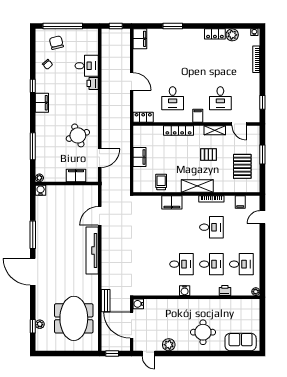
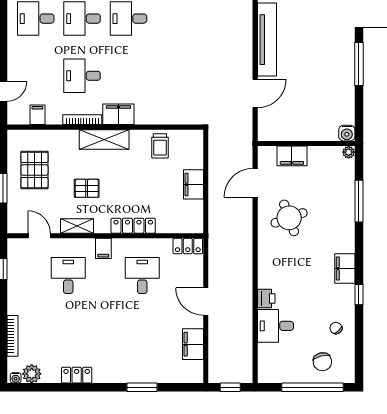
plant: (232, 35) -> (32, 374), moved
filing cabinet: (140, 39) -> (193, 344), moved
filing cabinet: (172, 202) -> (118, 114), moved

